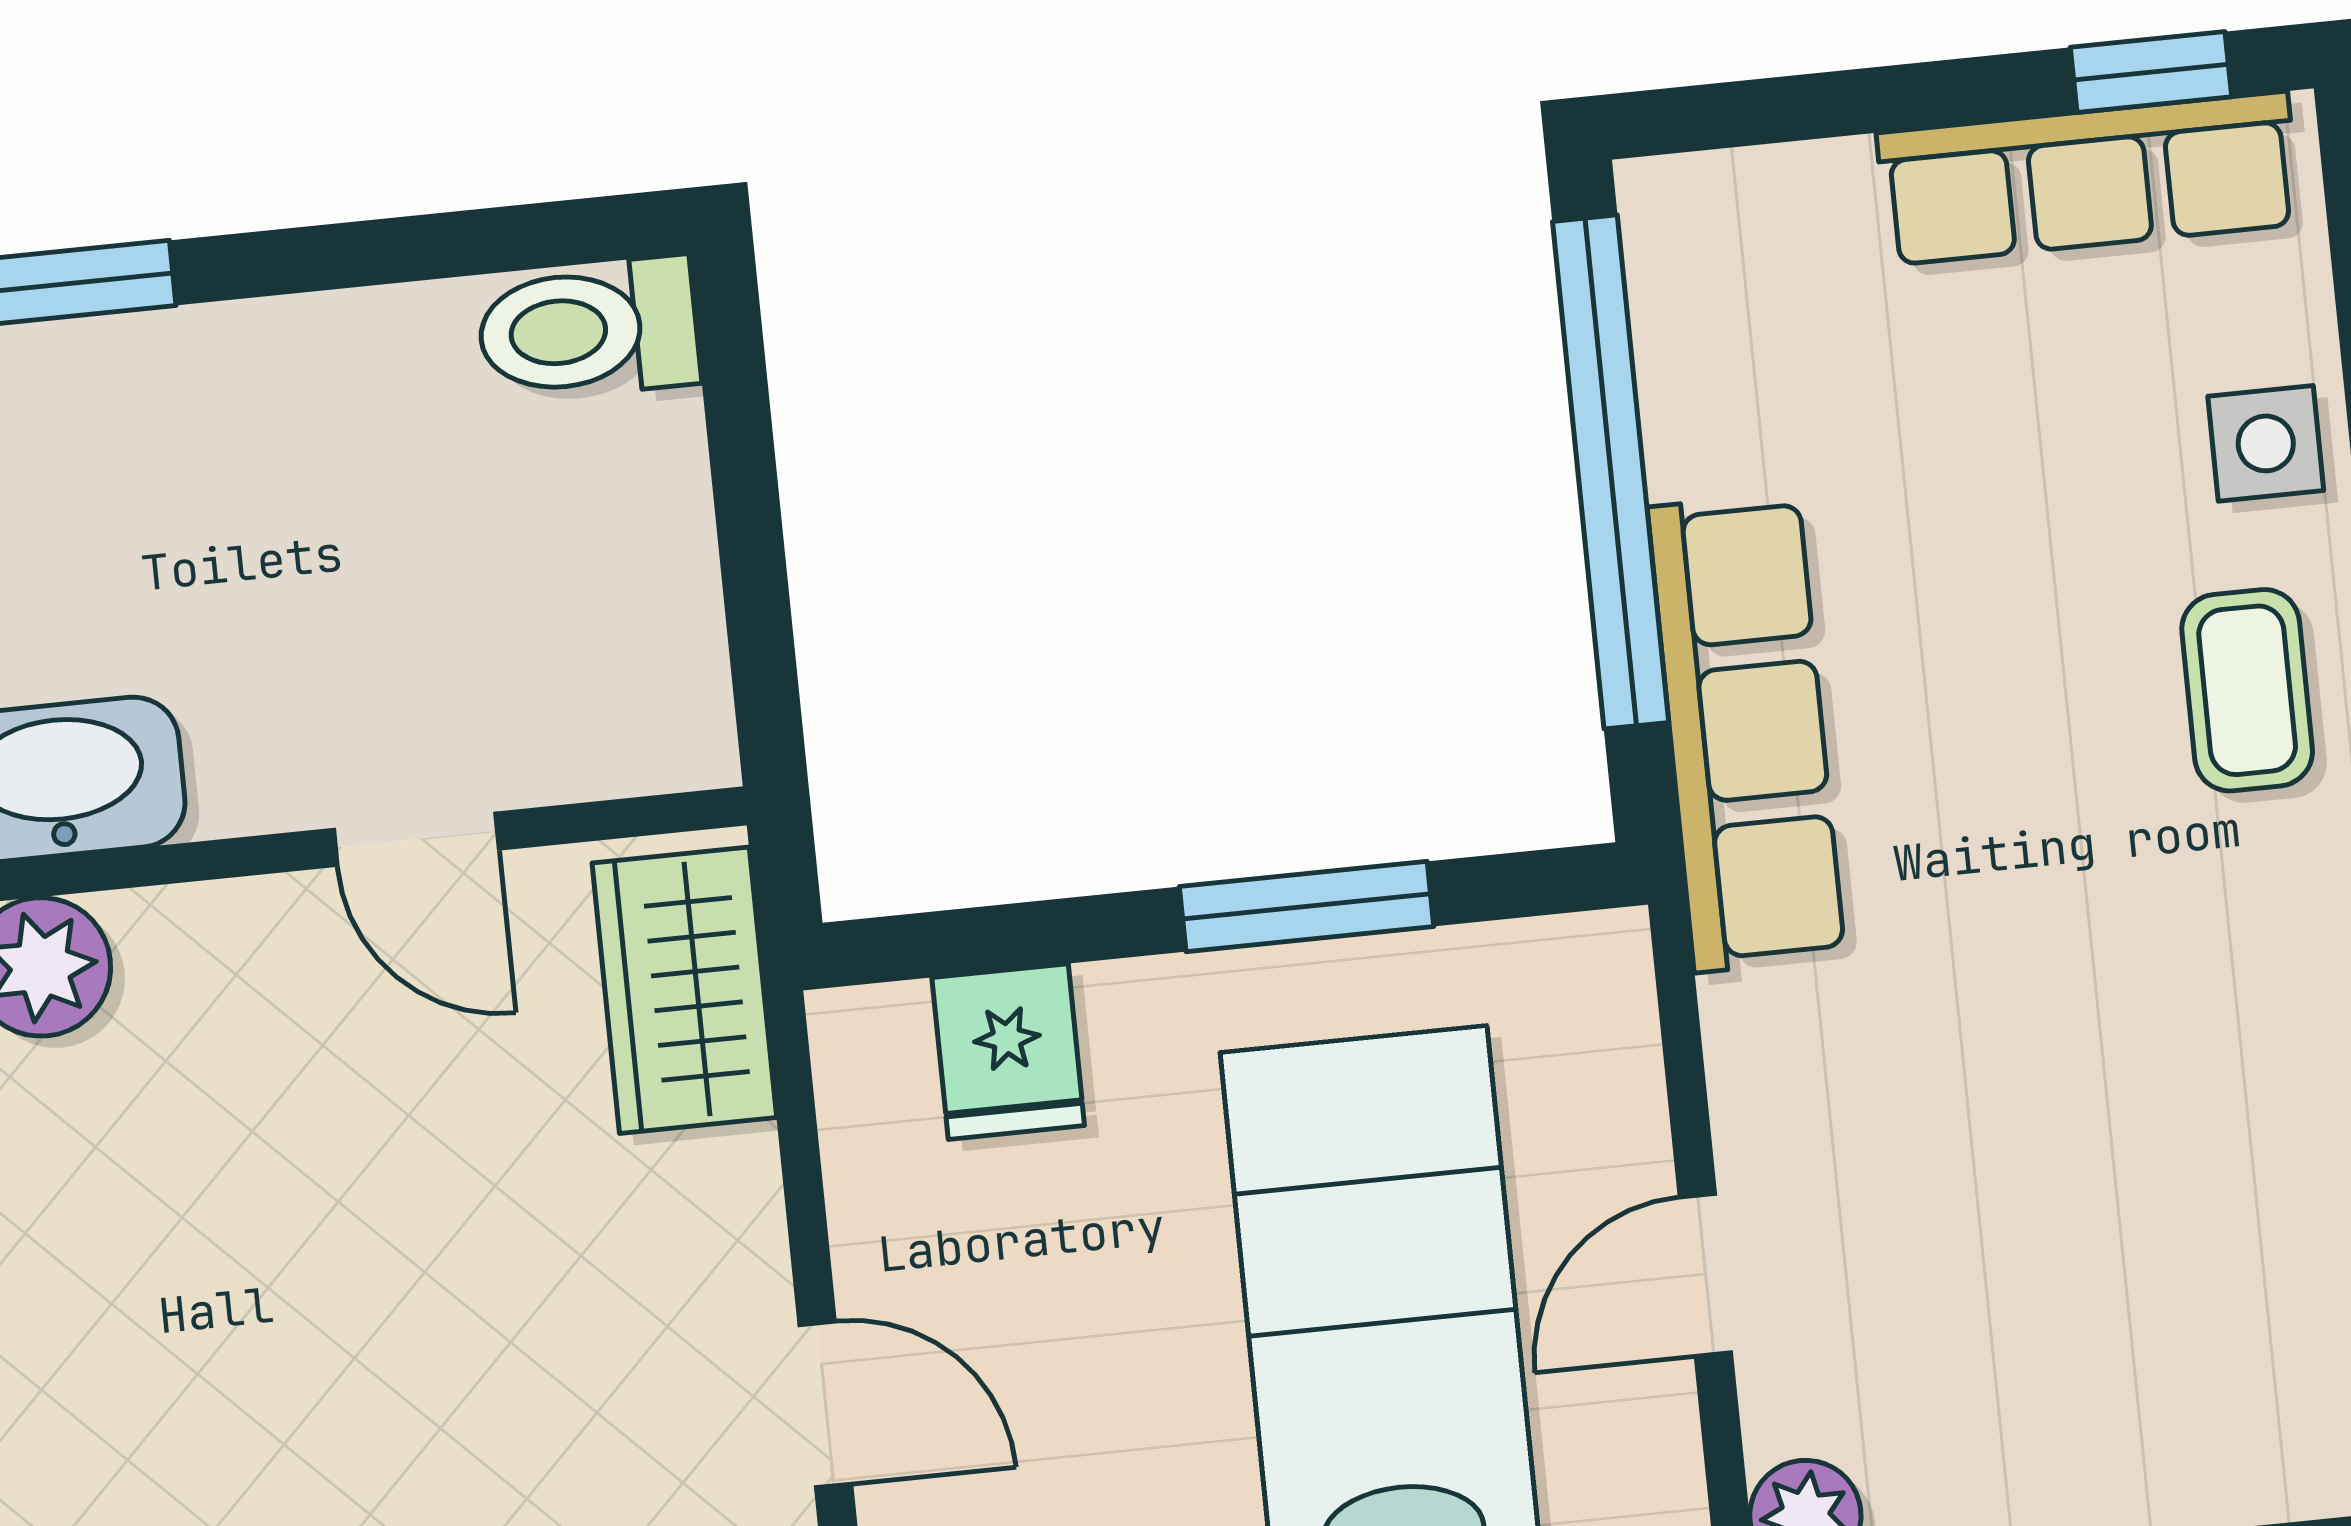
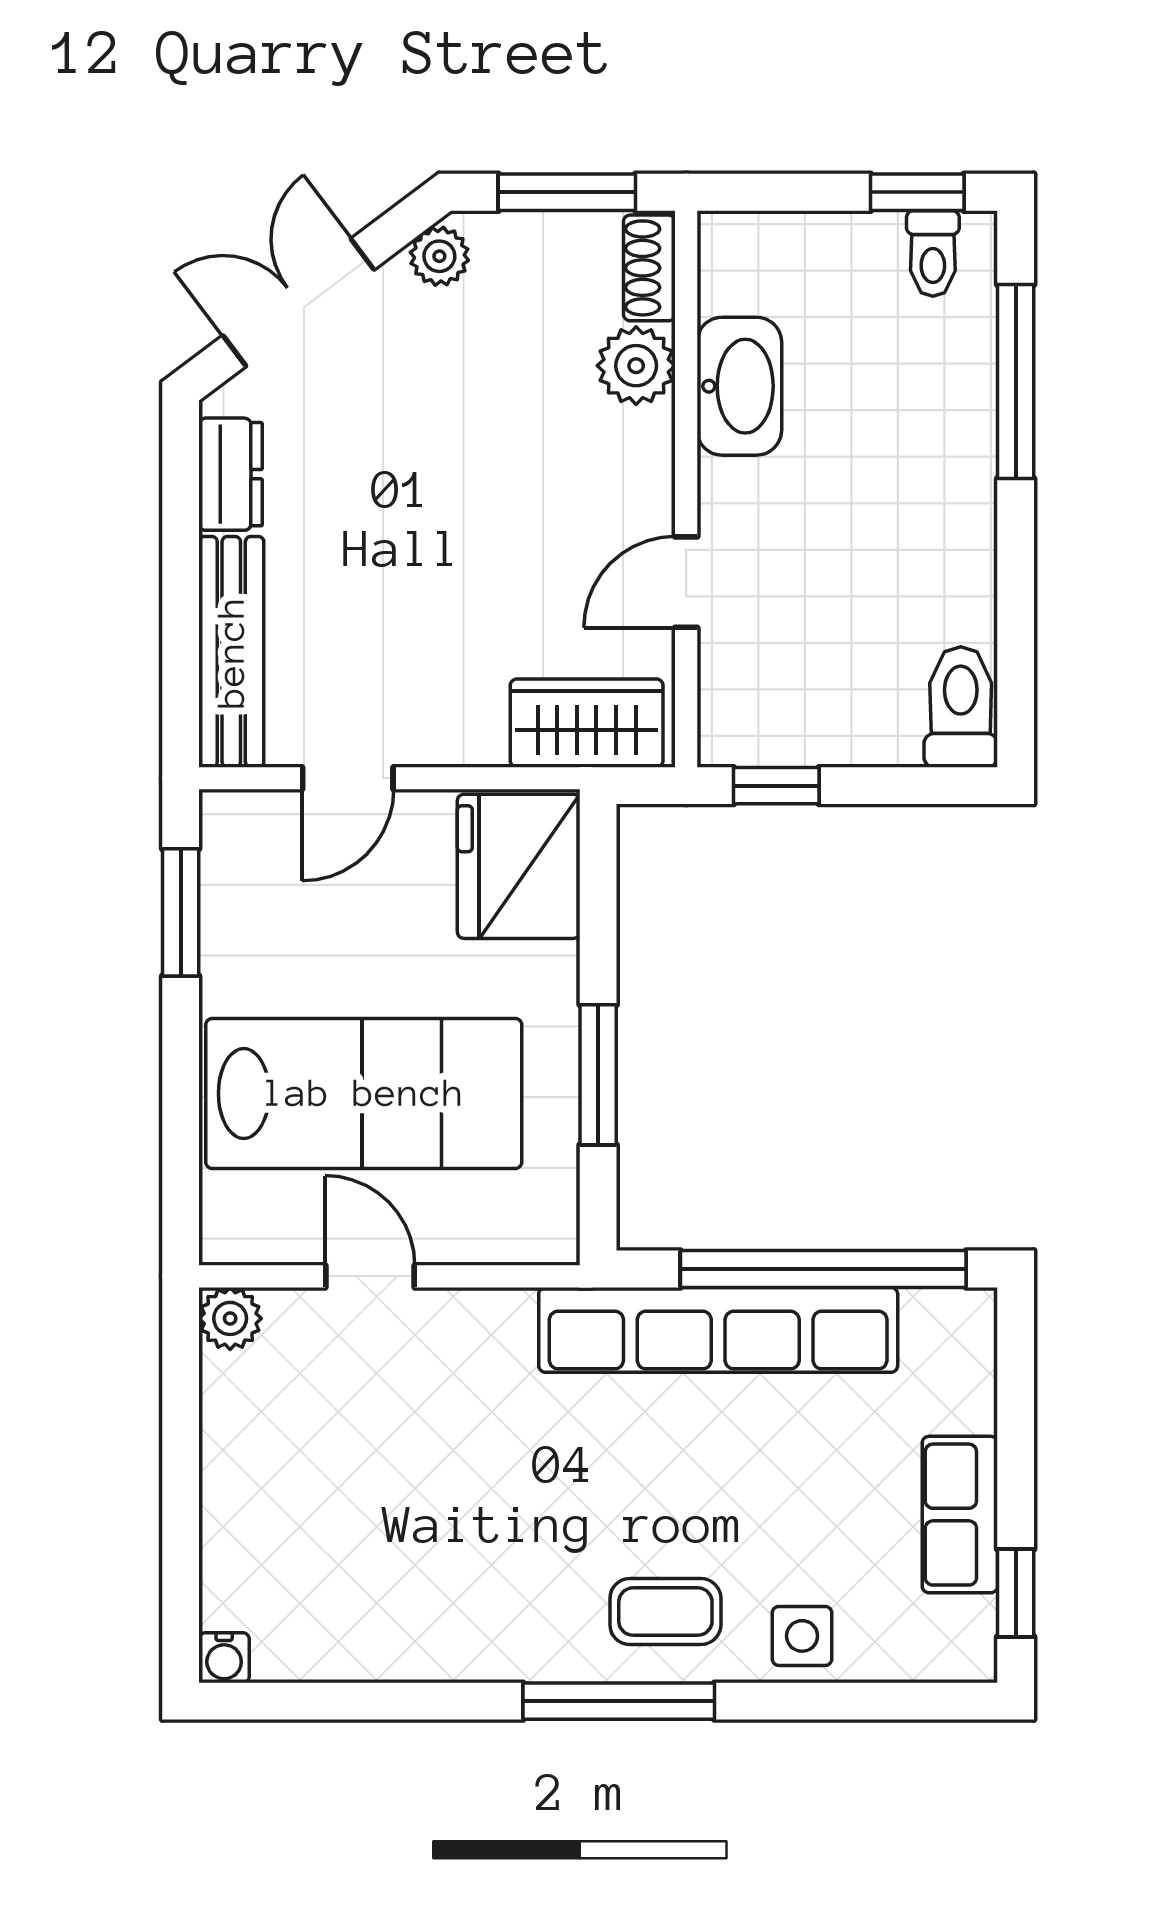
row of seats: (2088, 178) -> (960, 1515), width x0.68
window: (761, 642) -> (776, 786), added
row of seats: (1746, 732) -> (718, 1330), width x1.36
fridge: (1008, 1052) -> (519, 866), width x1.88, depth x1.34

